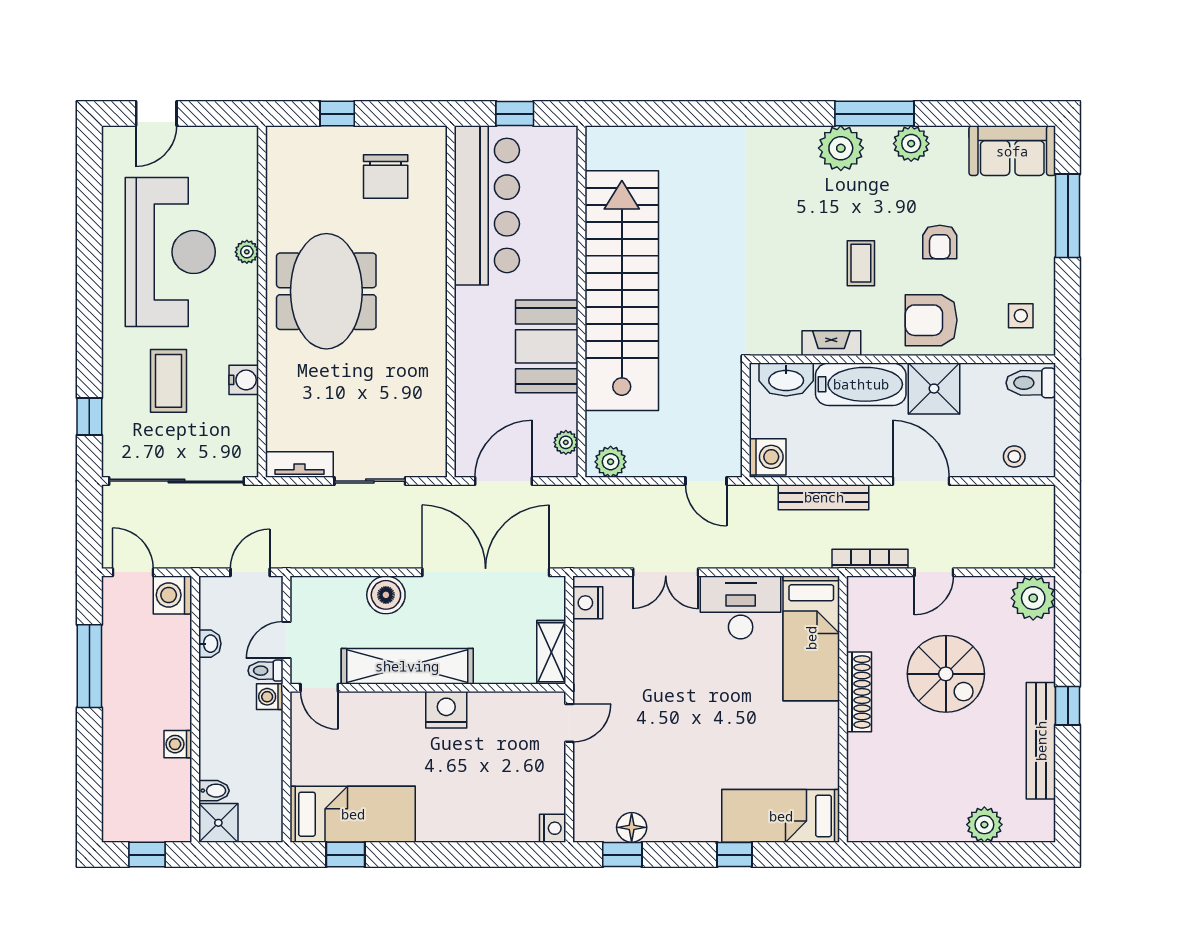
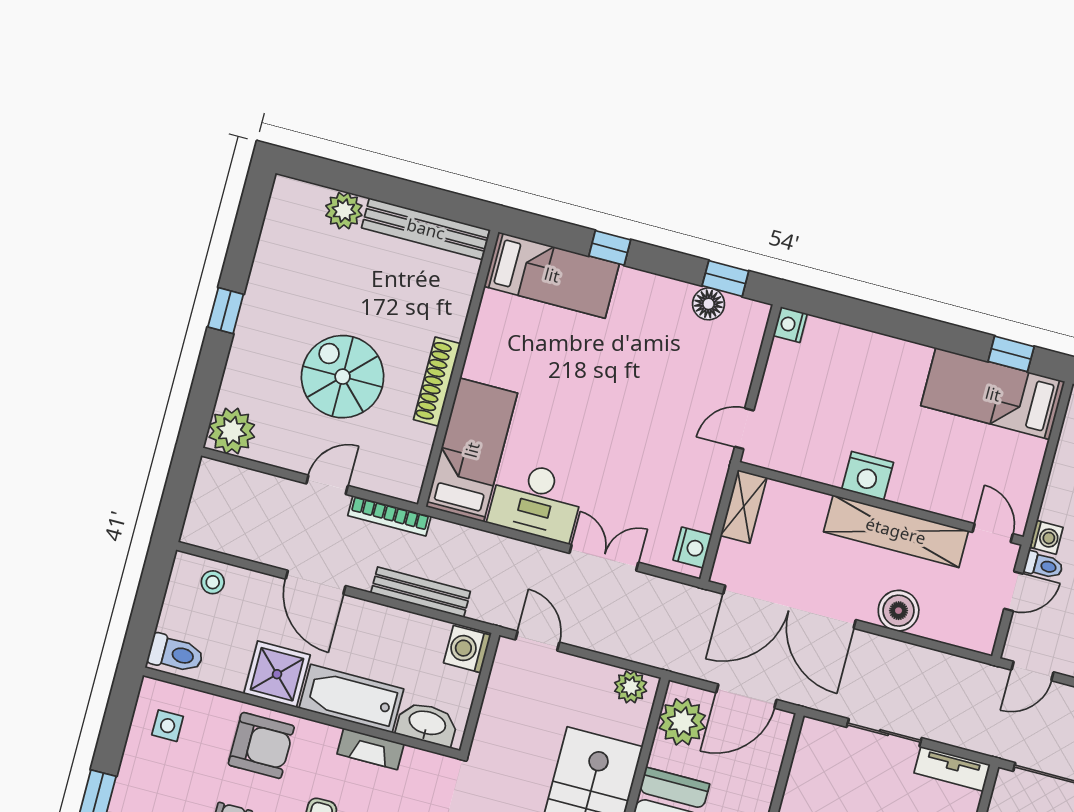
plant: (566, 442) -> (682, 722), width x1.87, depth x1.87
bench: (1041, 741) -> (426, 229), moved, turned 90

